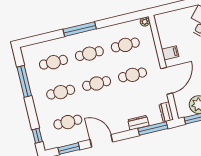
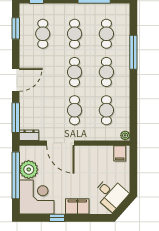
window: (80, 29) -> (133, 52), moved
filing cabinet: (170, 53) -> (120, 153), moved
dresser: (138, 123) -> (25, 105), removed
door: (101, 141) -> (16, 80), moved

